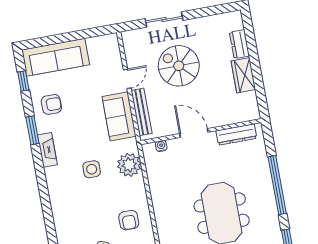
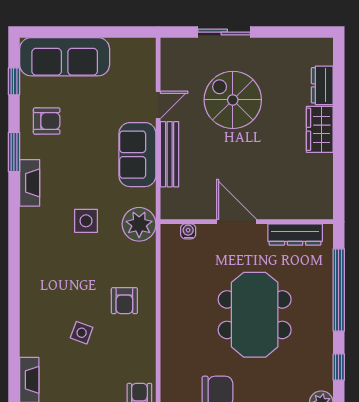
wall: (201, 132) -> (247, 222), moved
door: (194, 133) -> (237, 222), moved
dresser: (236, 135) -> (295, 235), moved
water cooler: (161, 146) -> (188, 231), moved

